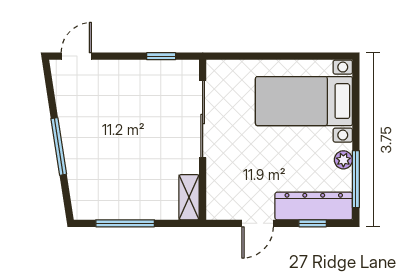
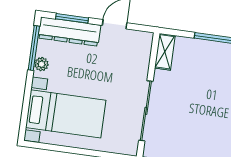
window: (313, 223) -> (72, 18), width x1.50

